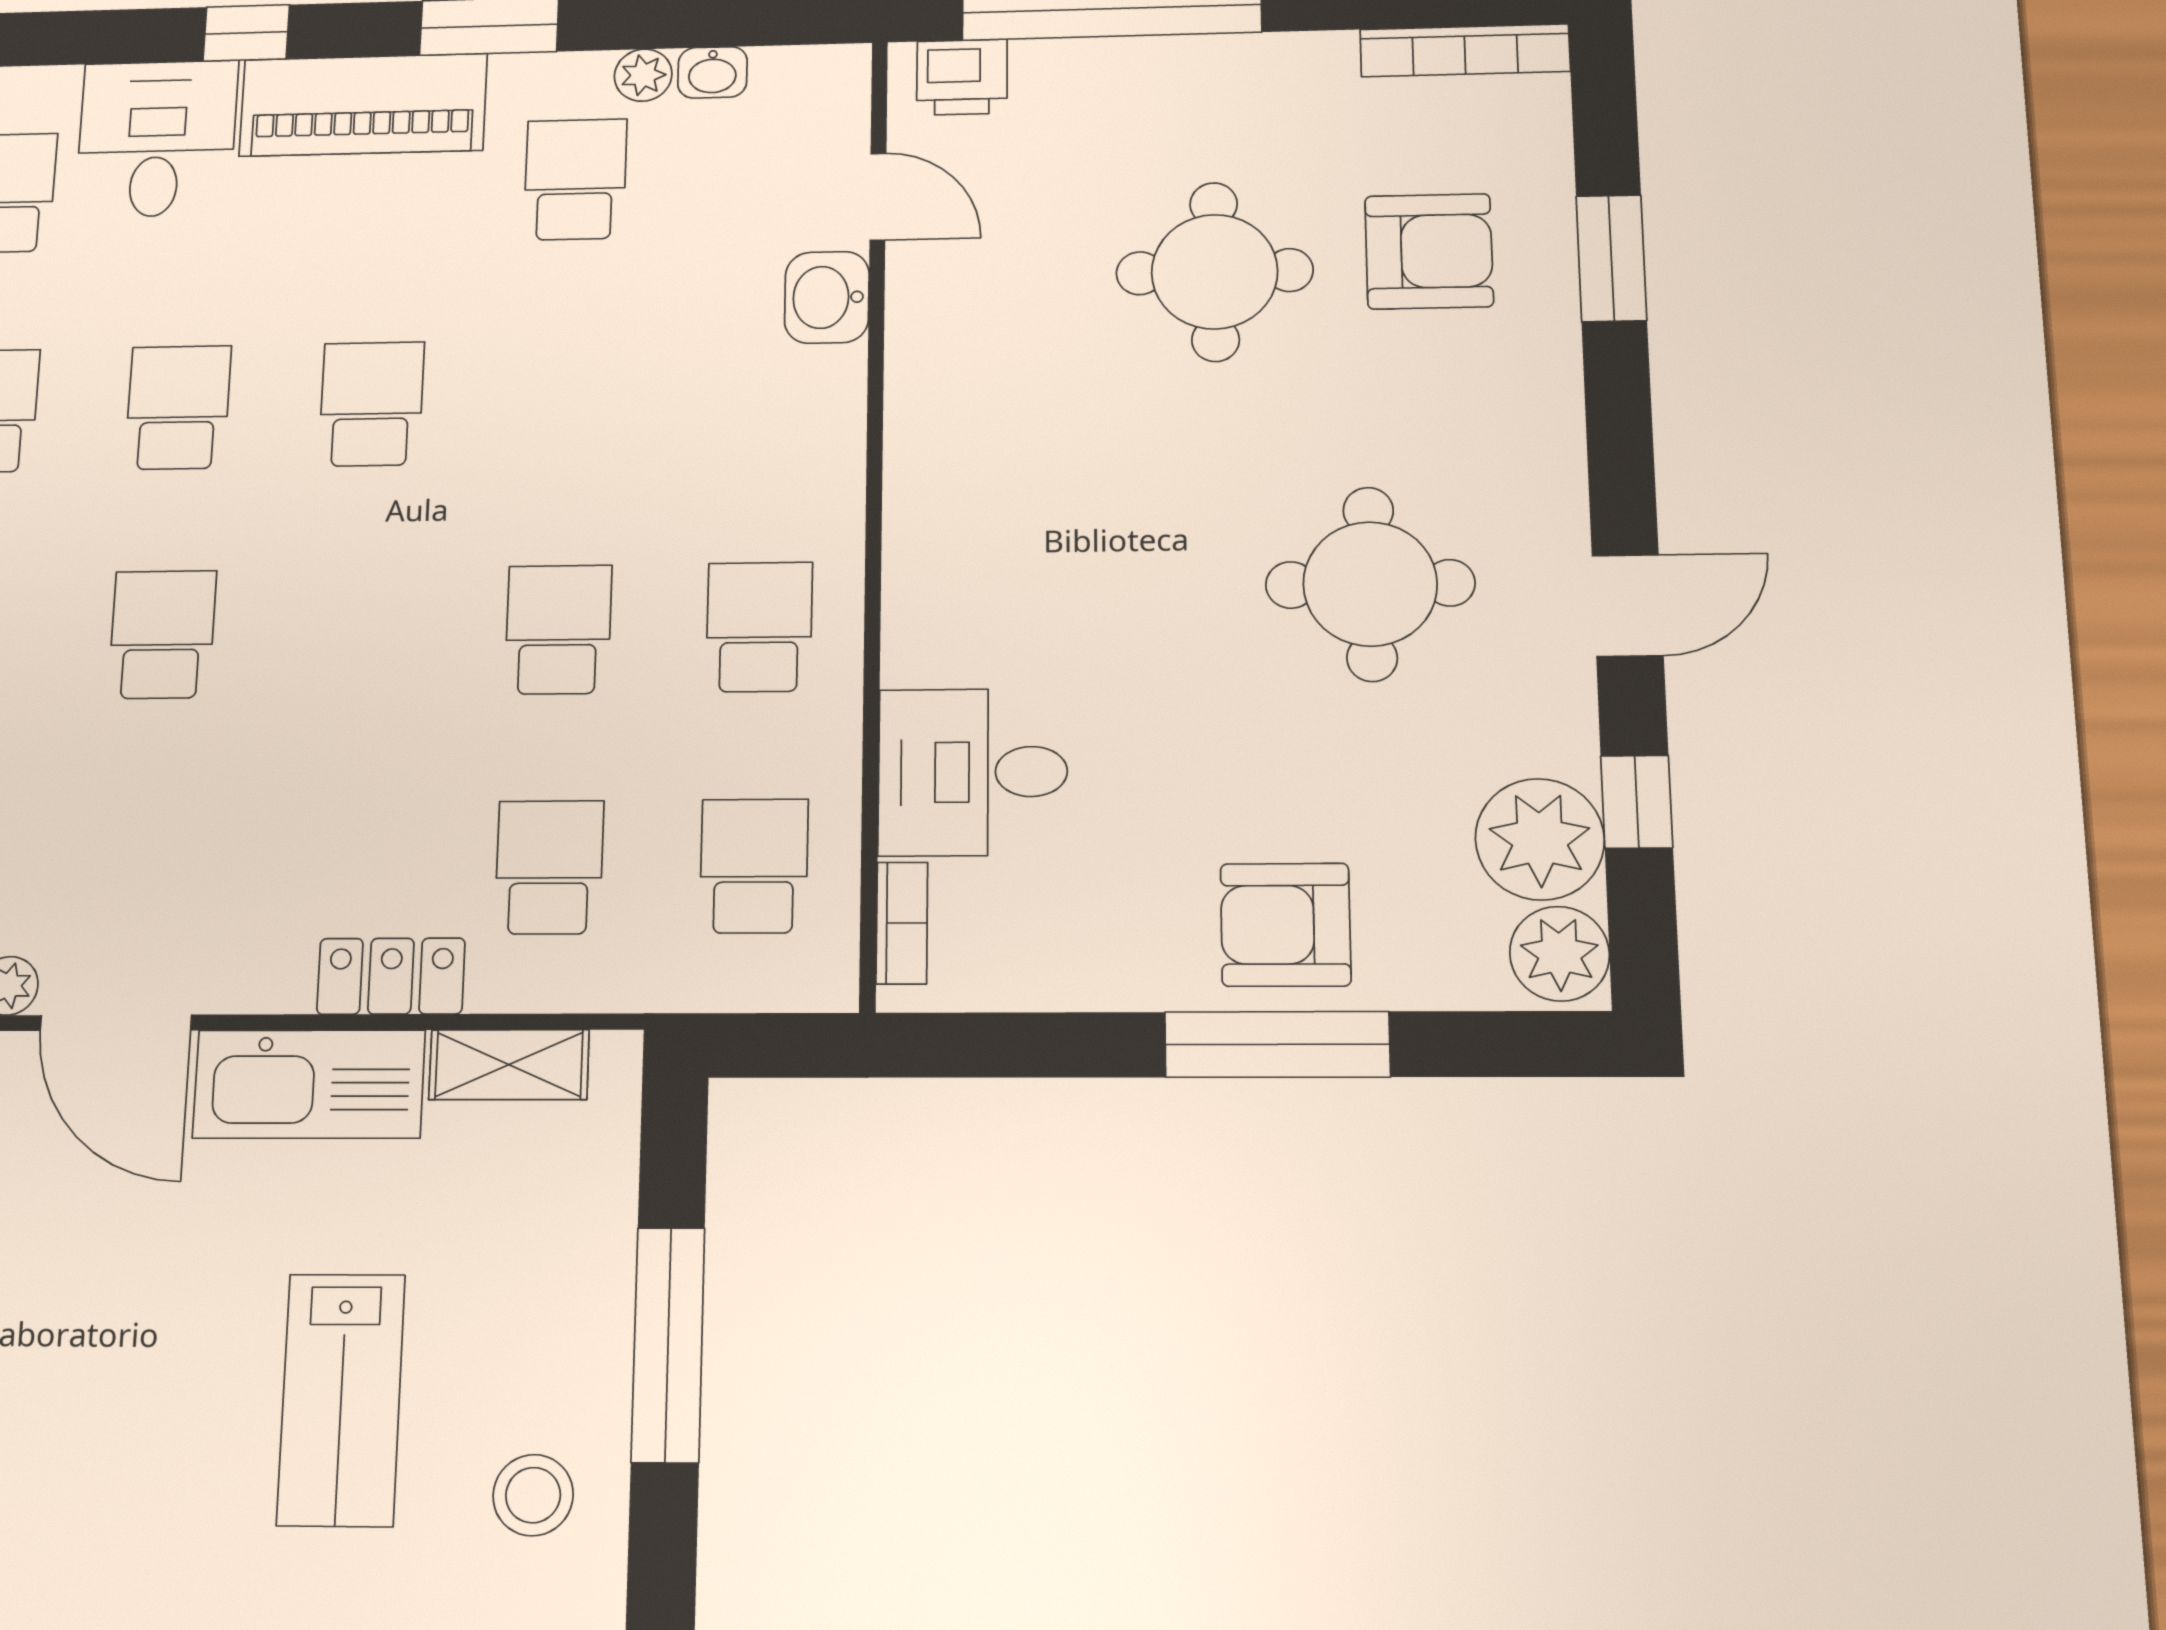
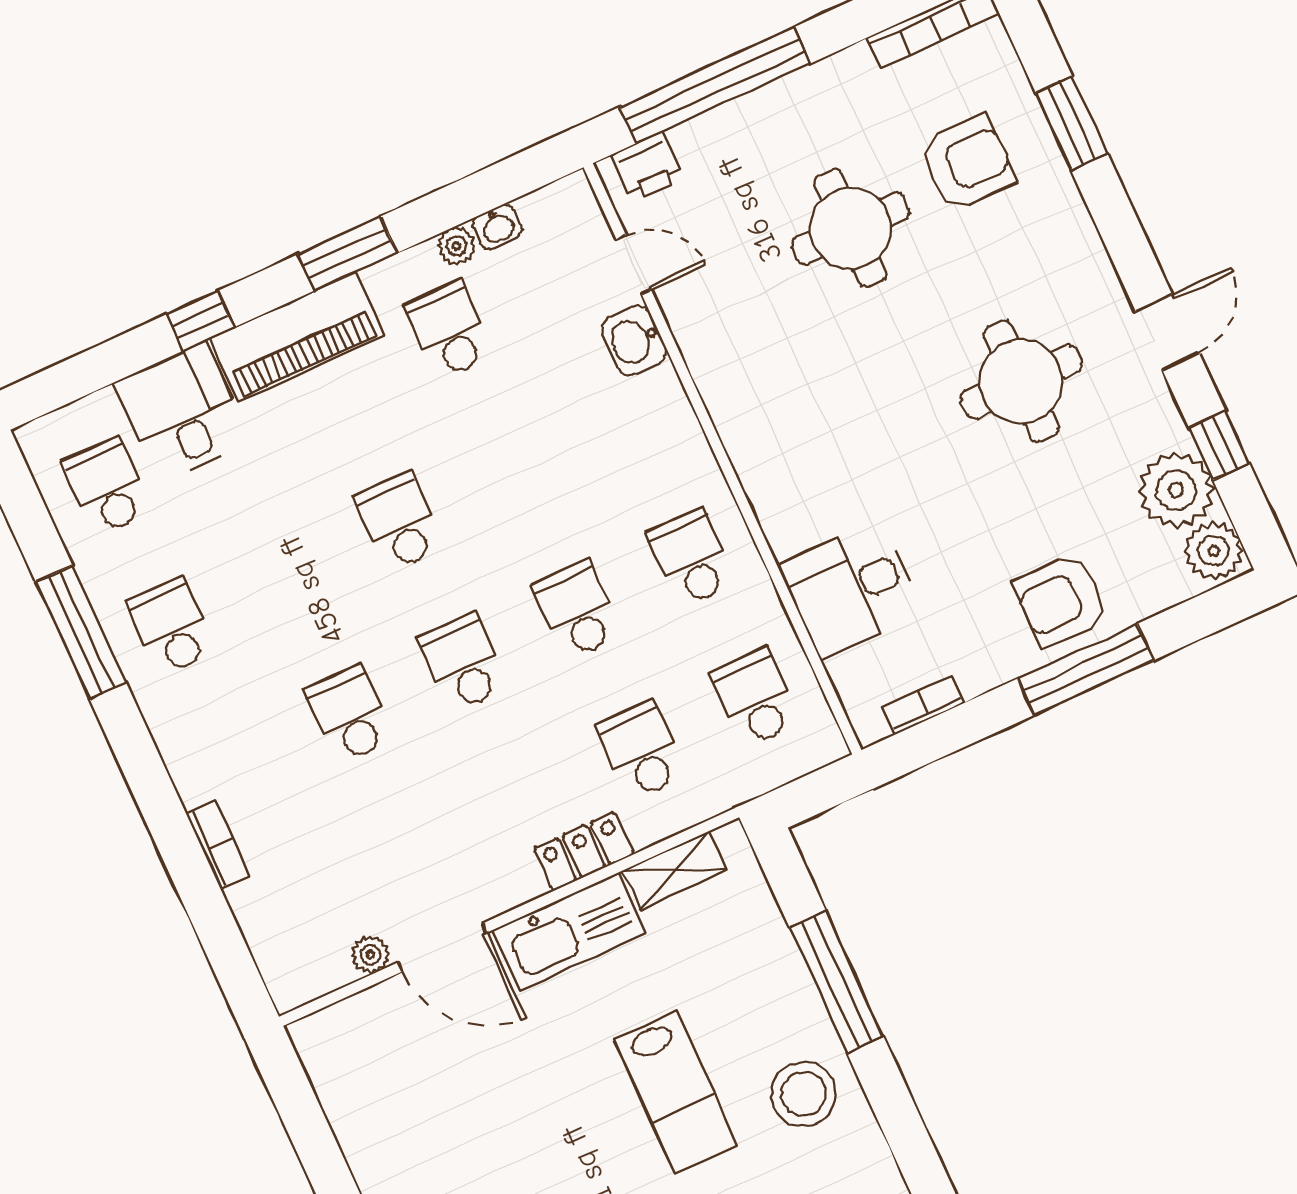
school desk: (178, 408) -> (463, 662), moved
bookcase: (902, 923) -> (923, 705), moved, turned -90
stool: (533, 1495) -> (804, 1094), width x1.38, depth x1.38

